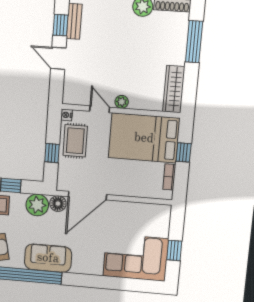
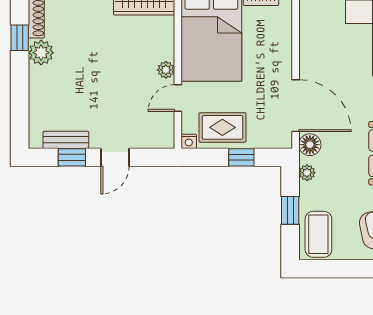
plant: (37, 205) -> (307, 173), width x0.53, depth x0.53

